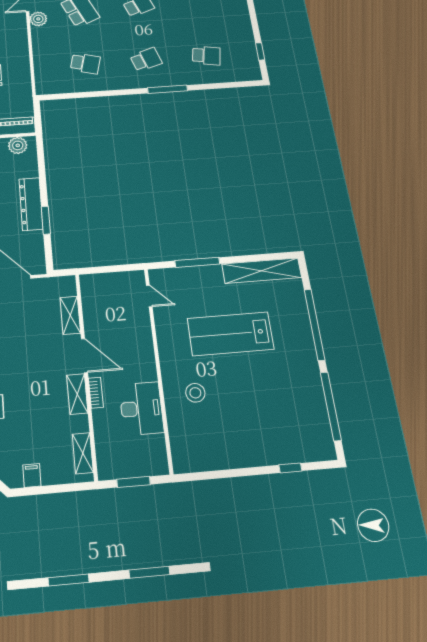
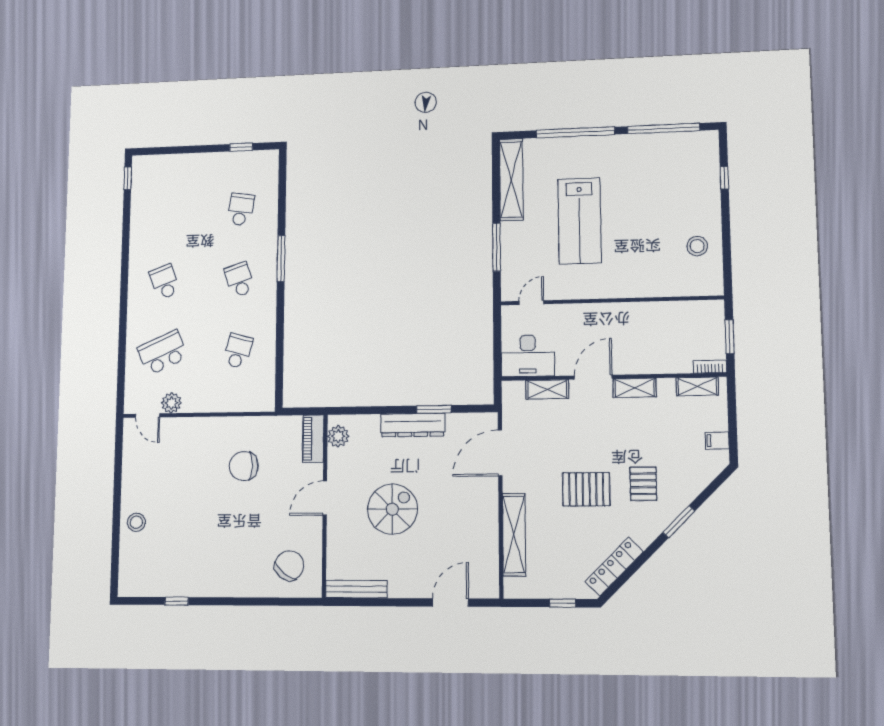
bookcase: (96, 393) -> (710, 367), moved
stool: (195, 393) -> (697, 246), moved
desk: (141, 408) -> (528, 356), moved, turned 180

